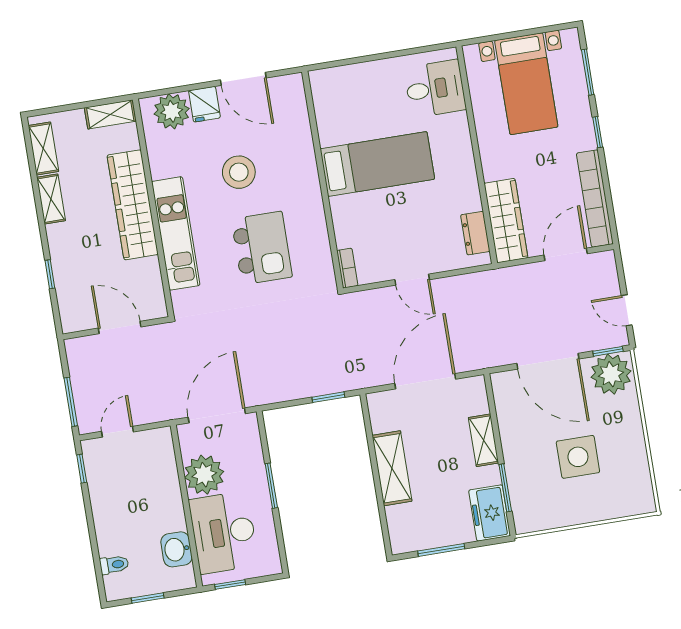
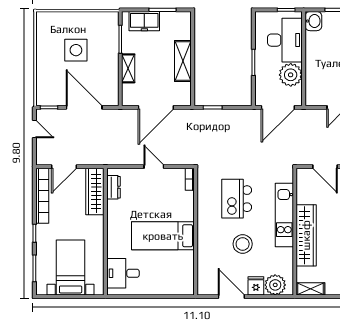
plant: (611, 374) -> (49, 94), removed
freezer: (490, 513) -> (144, 21), moved, turned 90
washbasin: (176, 549) -> (313, 21), moved

